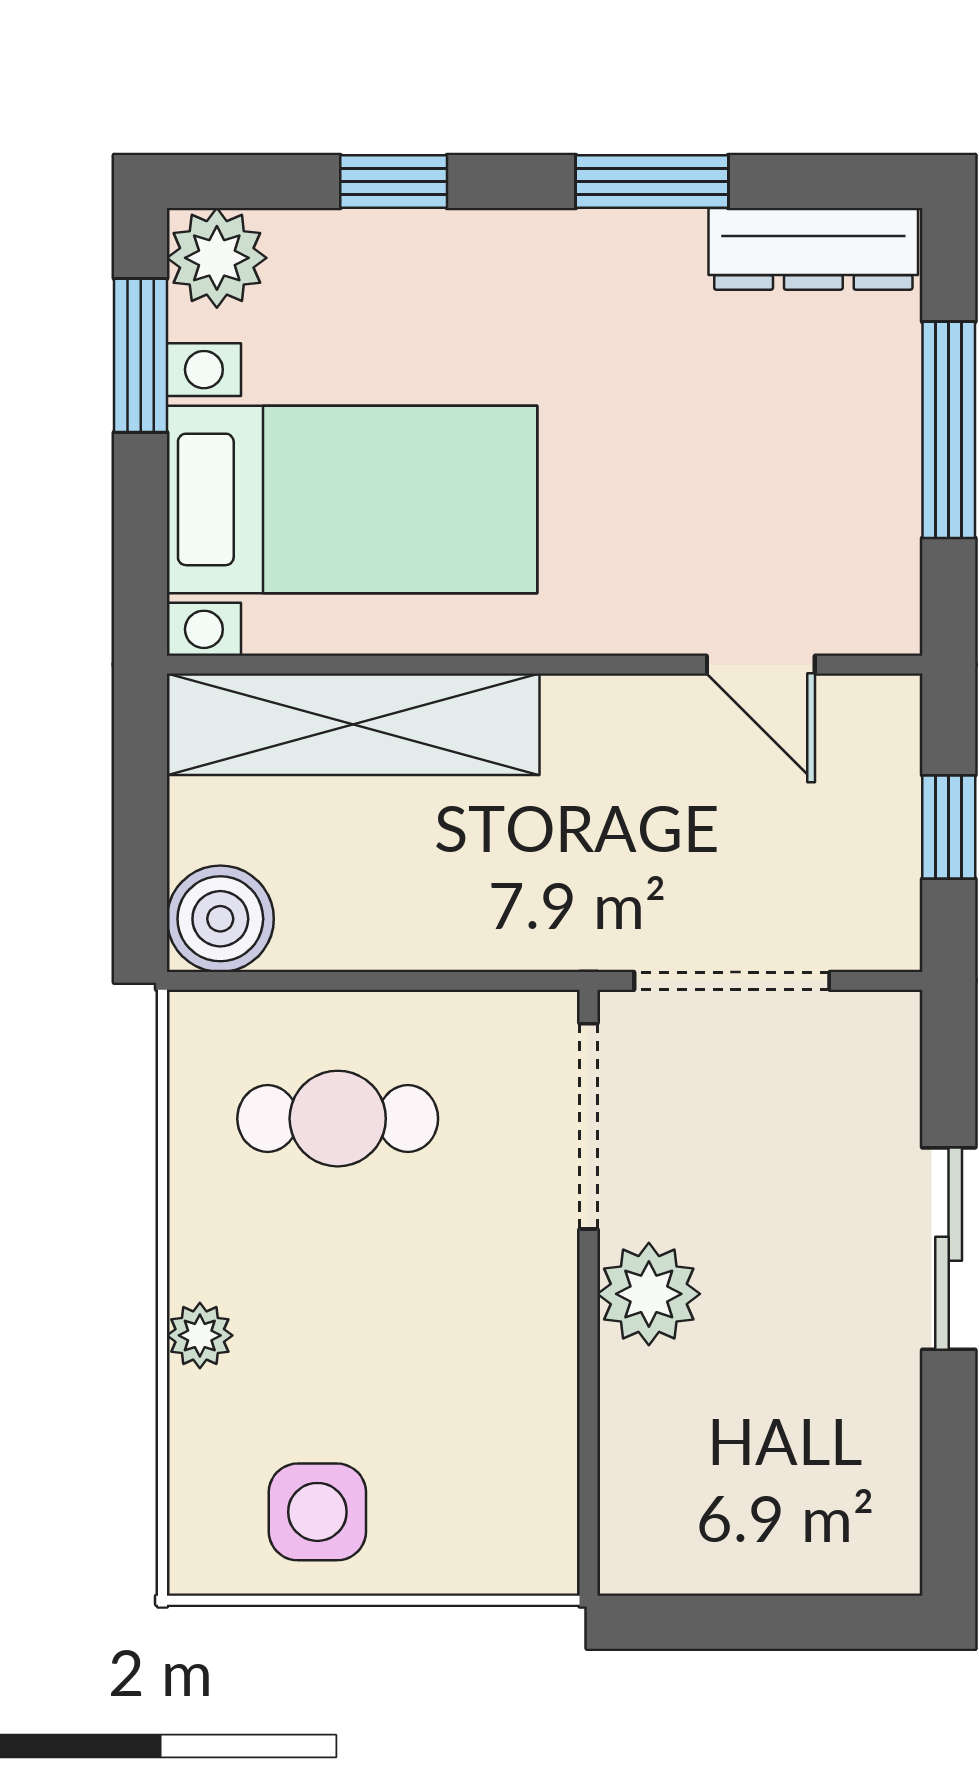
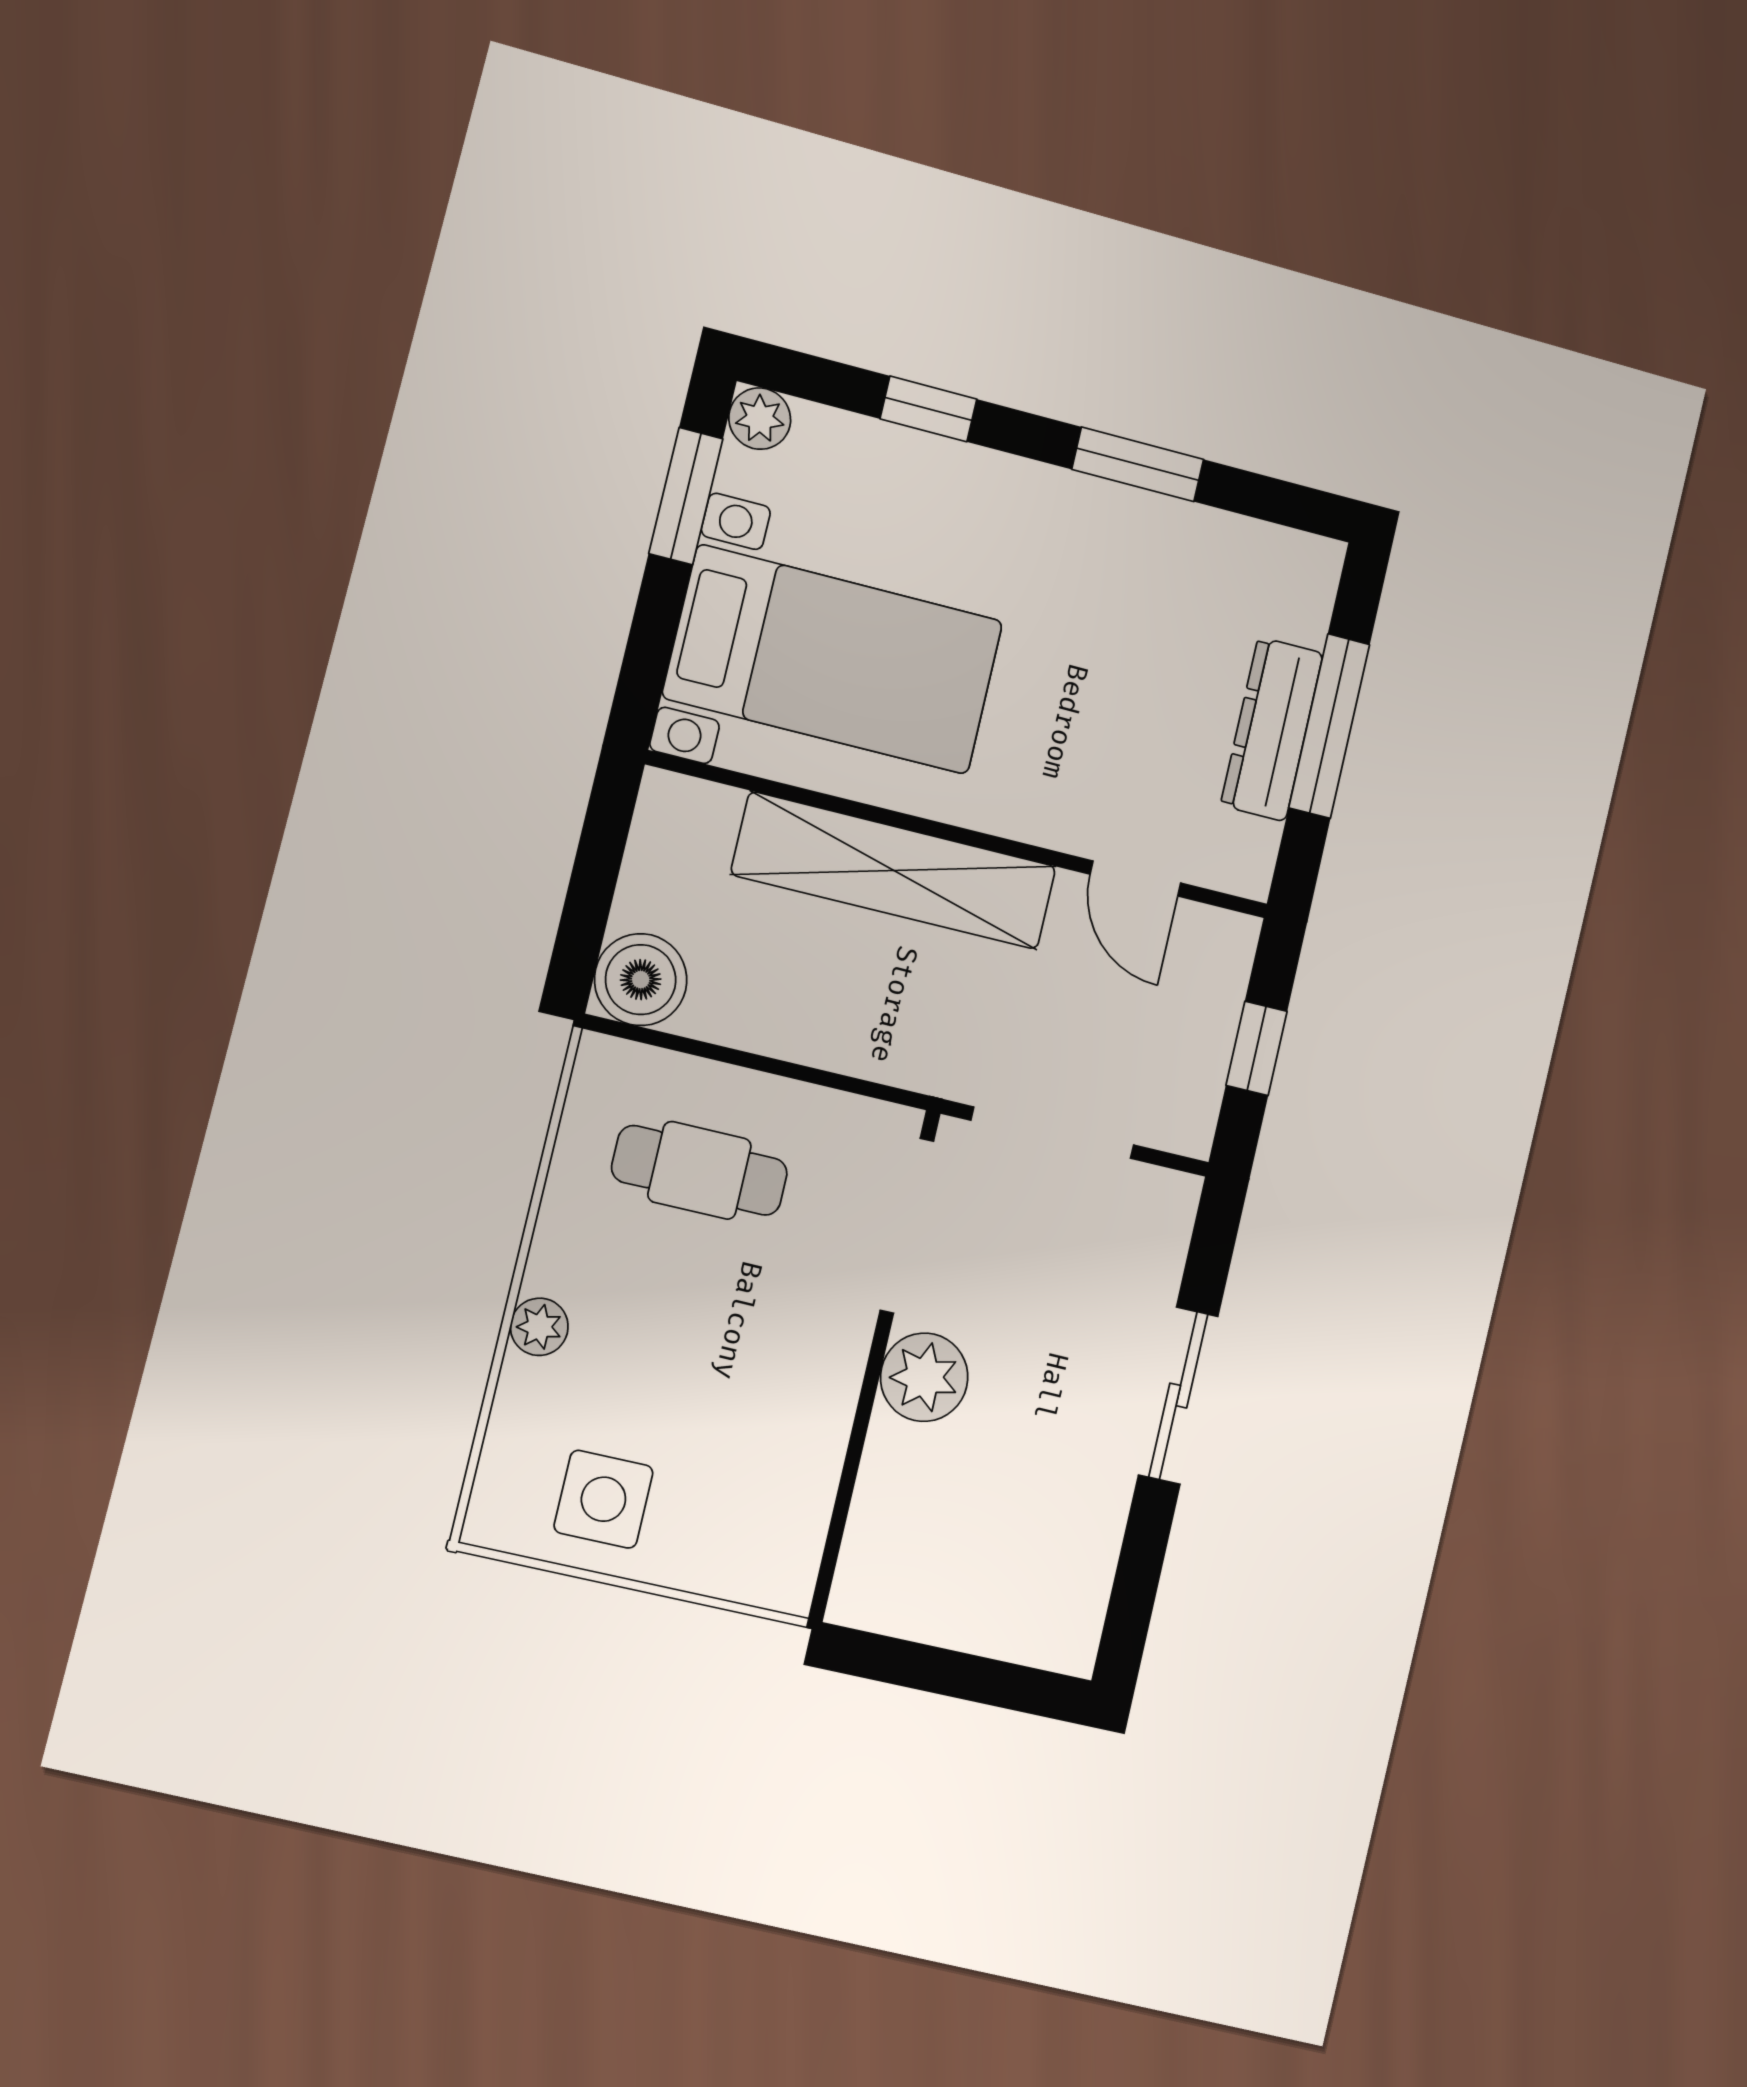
dresser: (813, 249) -> (1272, 729), moved, turned 90
plant: (217, 258) -> (760, 419), width x0.73, depth x0.73
shelving: (353, 724) -> (894, 870), moved

